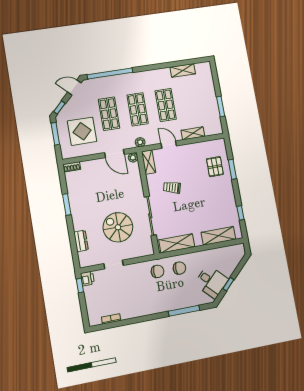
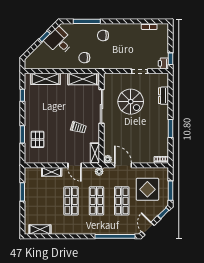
shelving: (183, 70) -> (40, 229), moved
door: (74, 88) -> (148, 229), swing flipped
chair: (157, 271) -> (103, 35), moved

